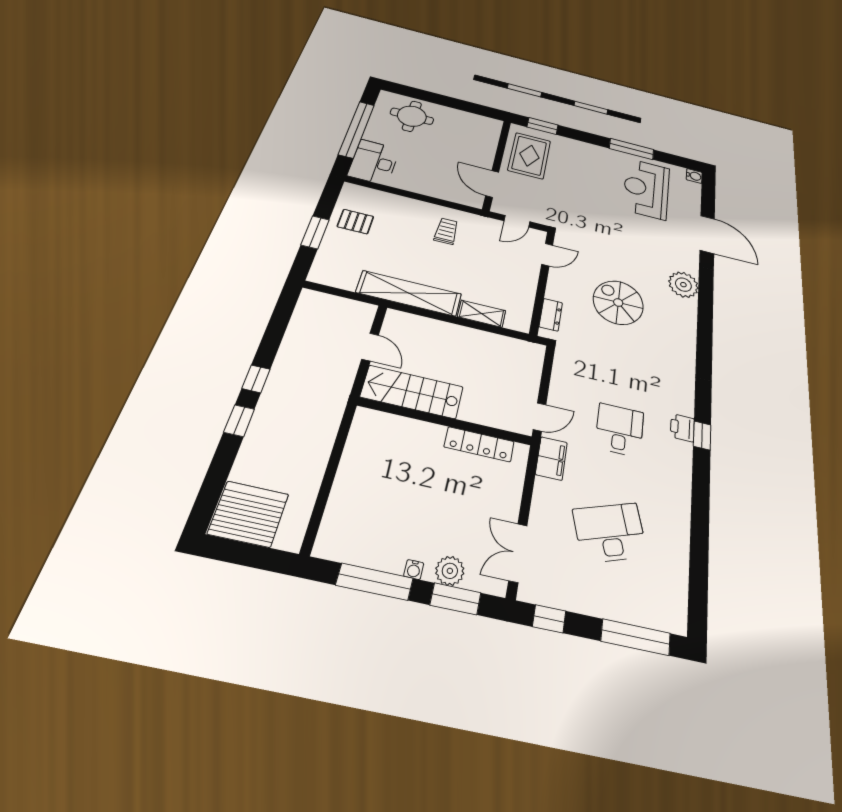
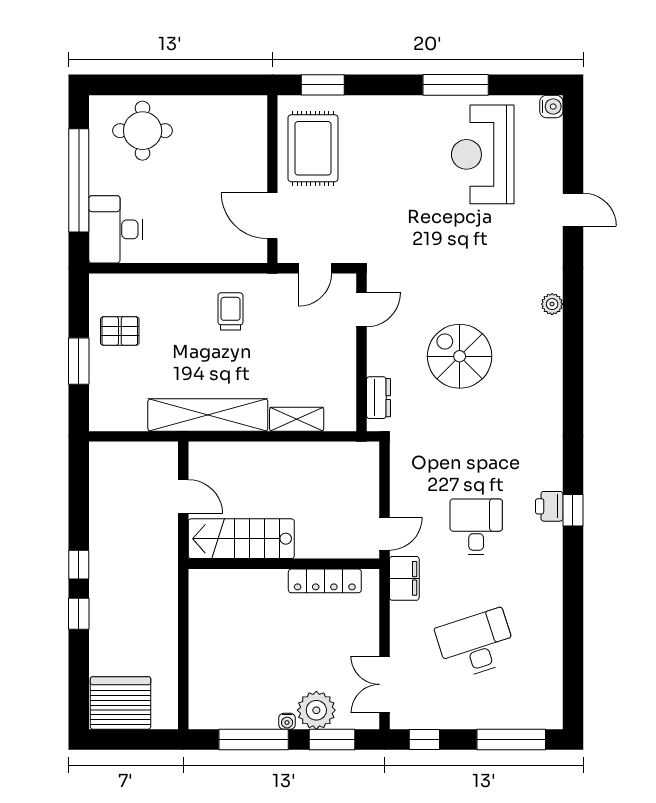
door: (707, 234) -> (573, 210), width x0.53
plant: (683, 285) -> (552, 304), width x0.53, depth x0.53
plant: (450, 571) -> (316, 710), width x1.36, depth x1.36

